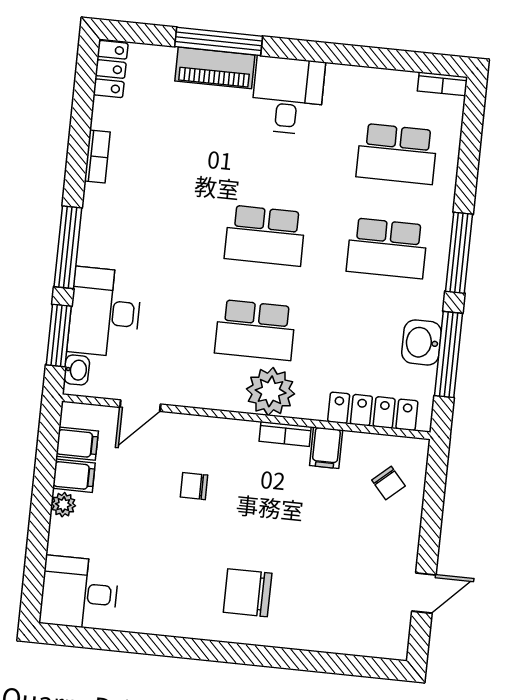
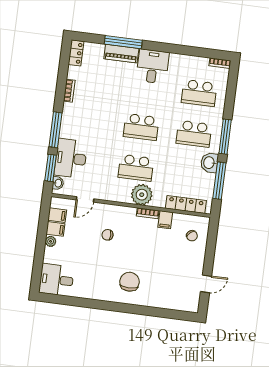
washbasin: (421, 342) -> (209, 163), moved
chair: (248, 593) -> (129, 282), turned 90

